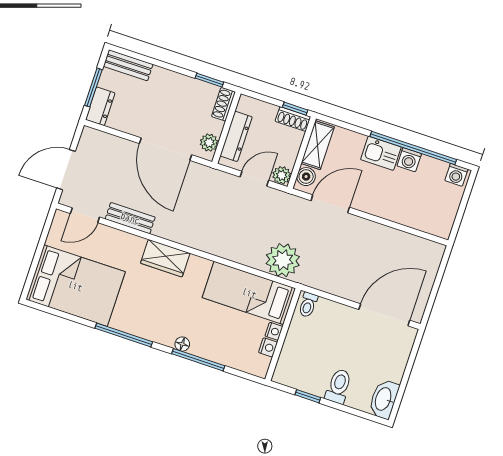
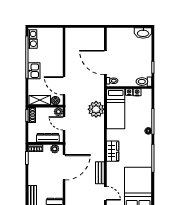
washing machine: (409, 160) -> (33, 44), moved
plant: (283, 260) -> (96, 109), moved
door: (384, 315) -> (105, 63), moved
toilet: (339, 386) -> (144, 82), moved

